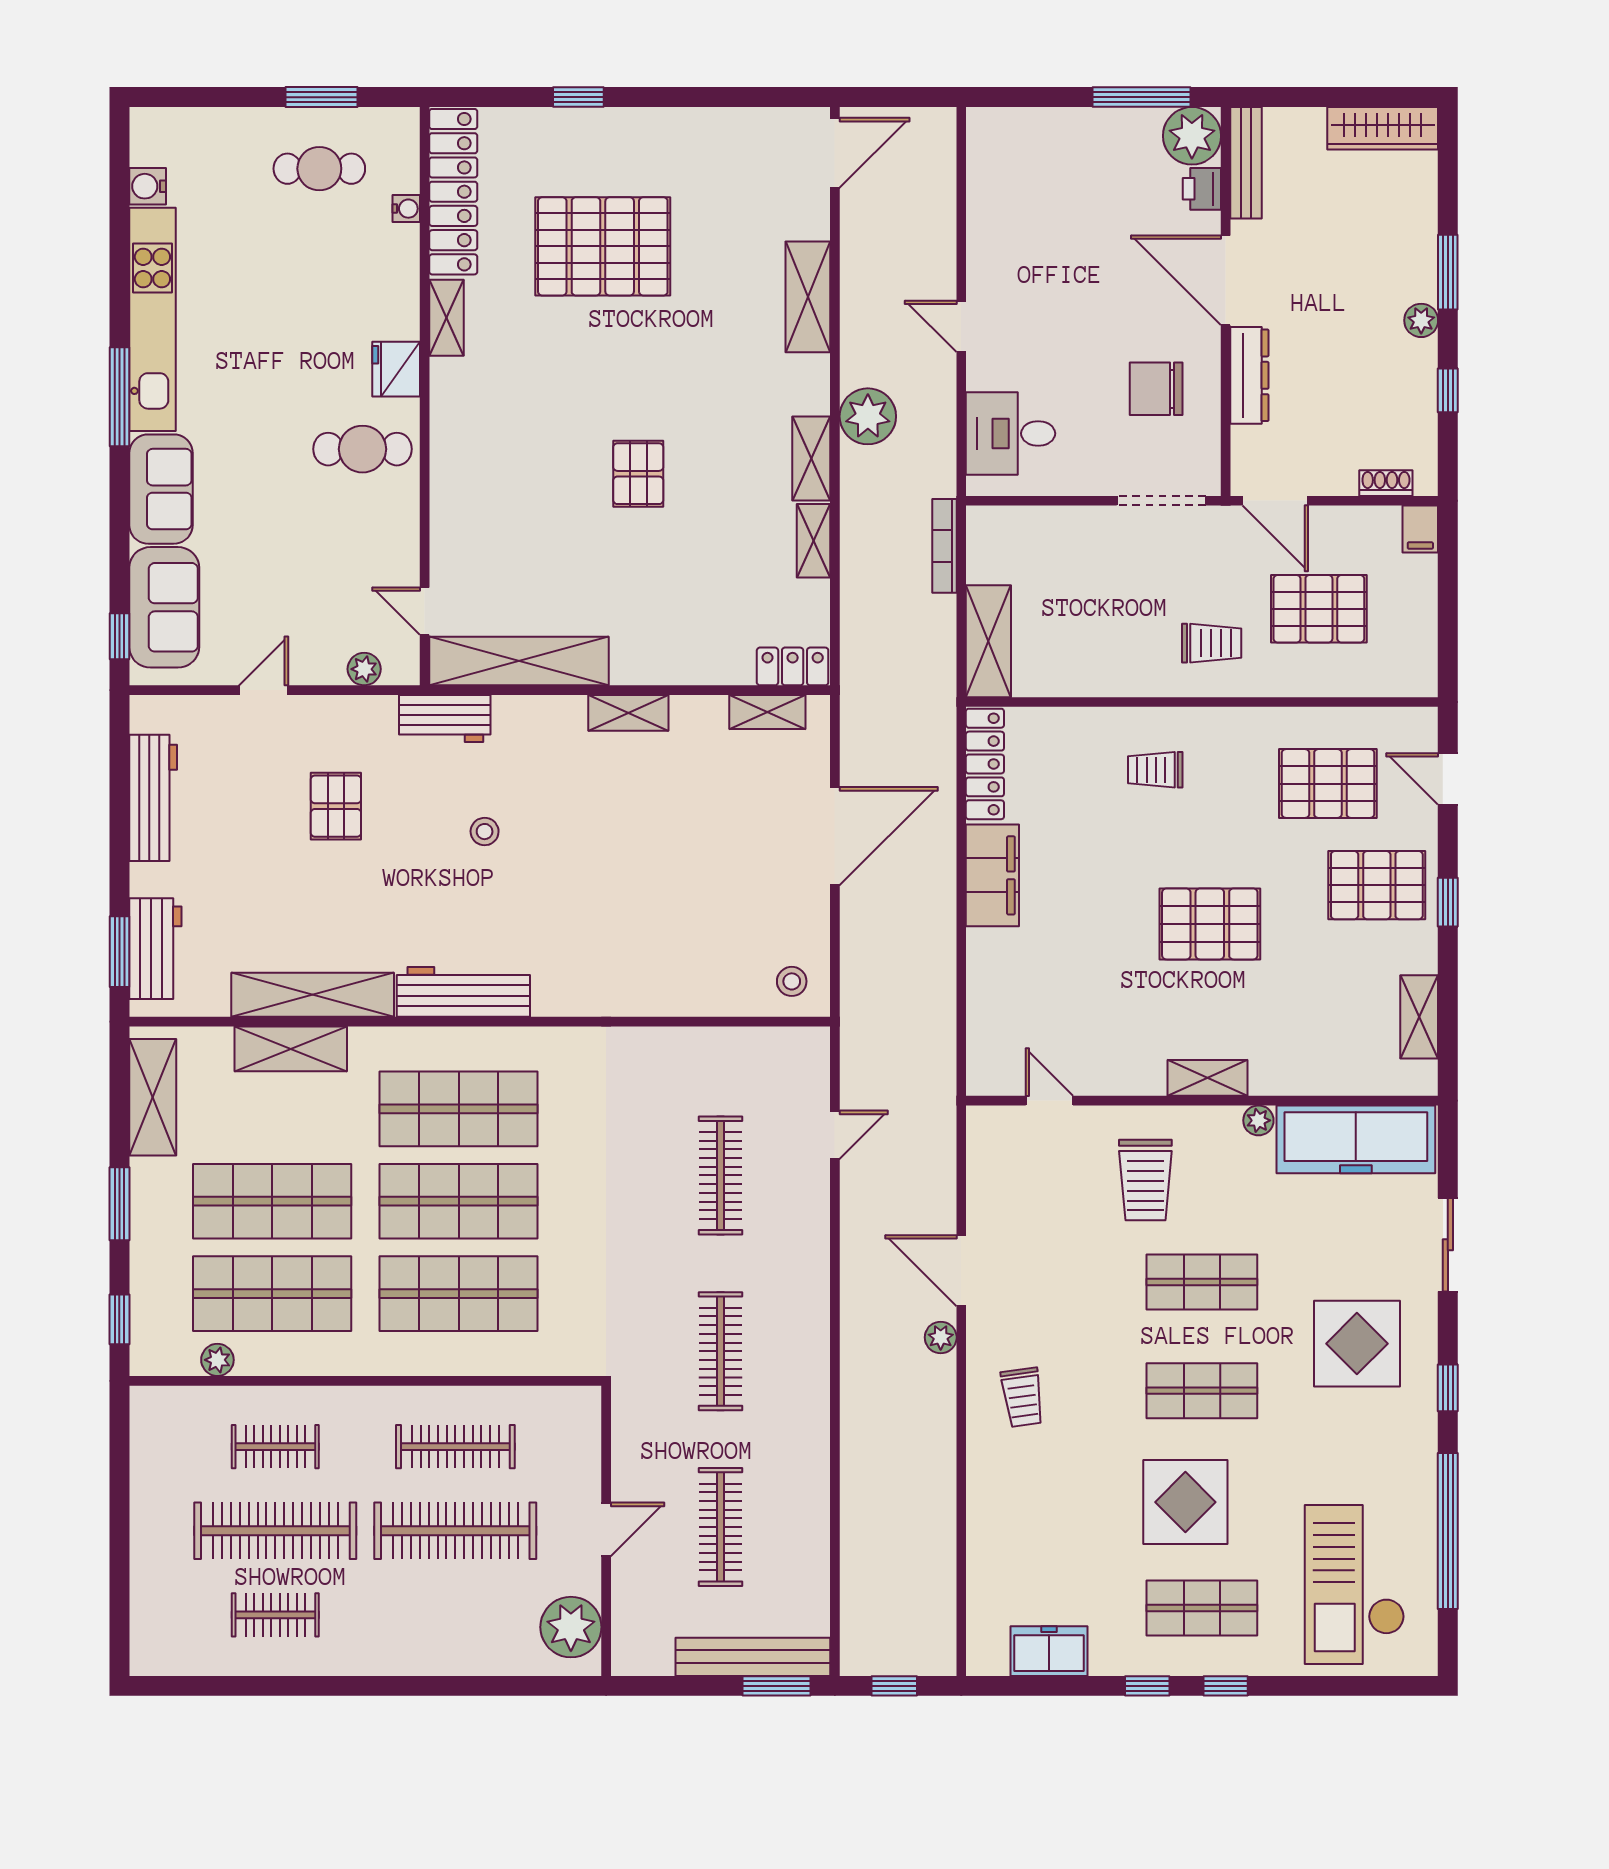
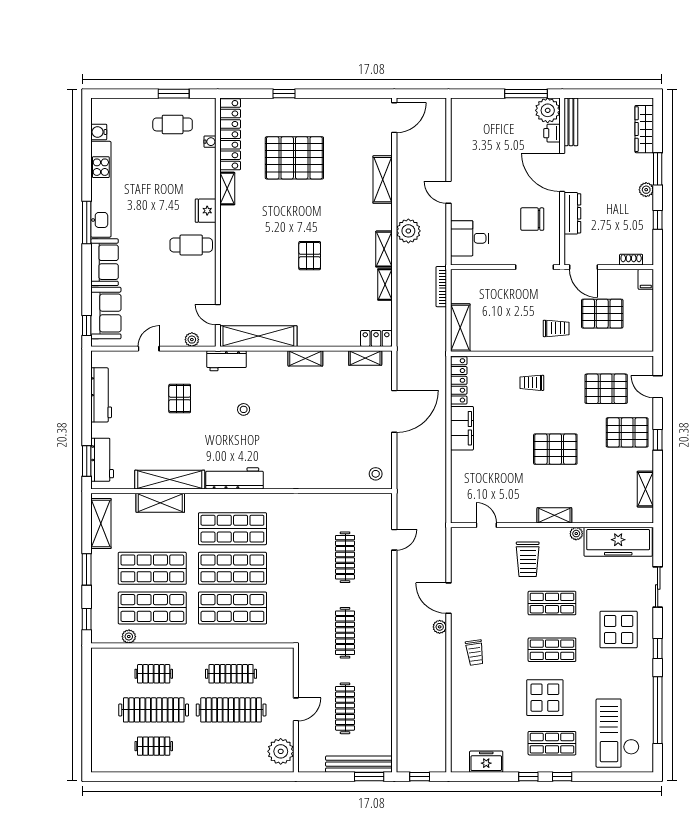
wardrobe: (1383, 128) -> (644, 129), moved, turned 90

